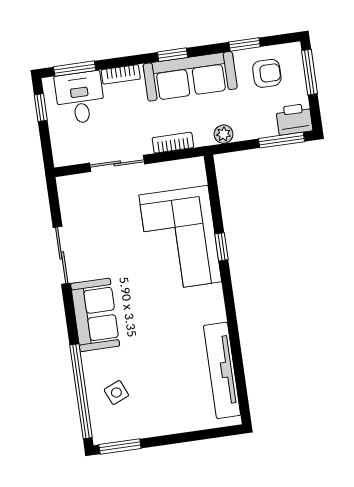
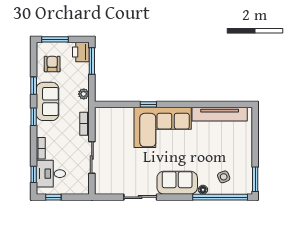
window: (245, 44) -> (34, 86), moved
window: (75, 69) -> (34, 174), width x0.67
sofa: (190, 76) -> (48, 101), width x0.73
corner sofa: (180, 238) -> (163, 127), moved
floor lamp: (89, 360) -> (203, 190), added

